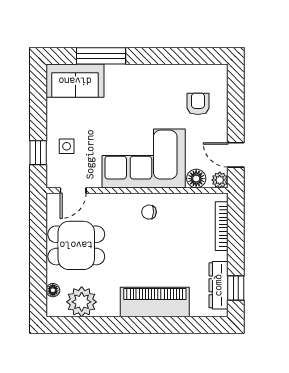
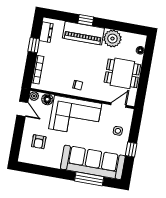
sofa: (75, 81) -> (93, 162), width x1.85, depth x1.27
window: (38, 153) -> (131, 150), moved
dresser: (218, 285) -> (46, 32), width x0.70
window: (236, 288) -> (34, 45), moved
plant: (82, 302) -> (112, 39), moved
window: (155, 325) -> (86, 20), added

